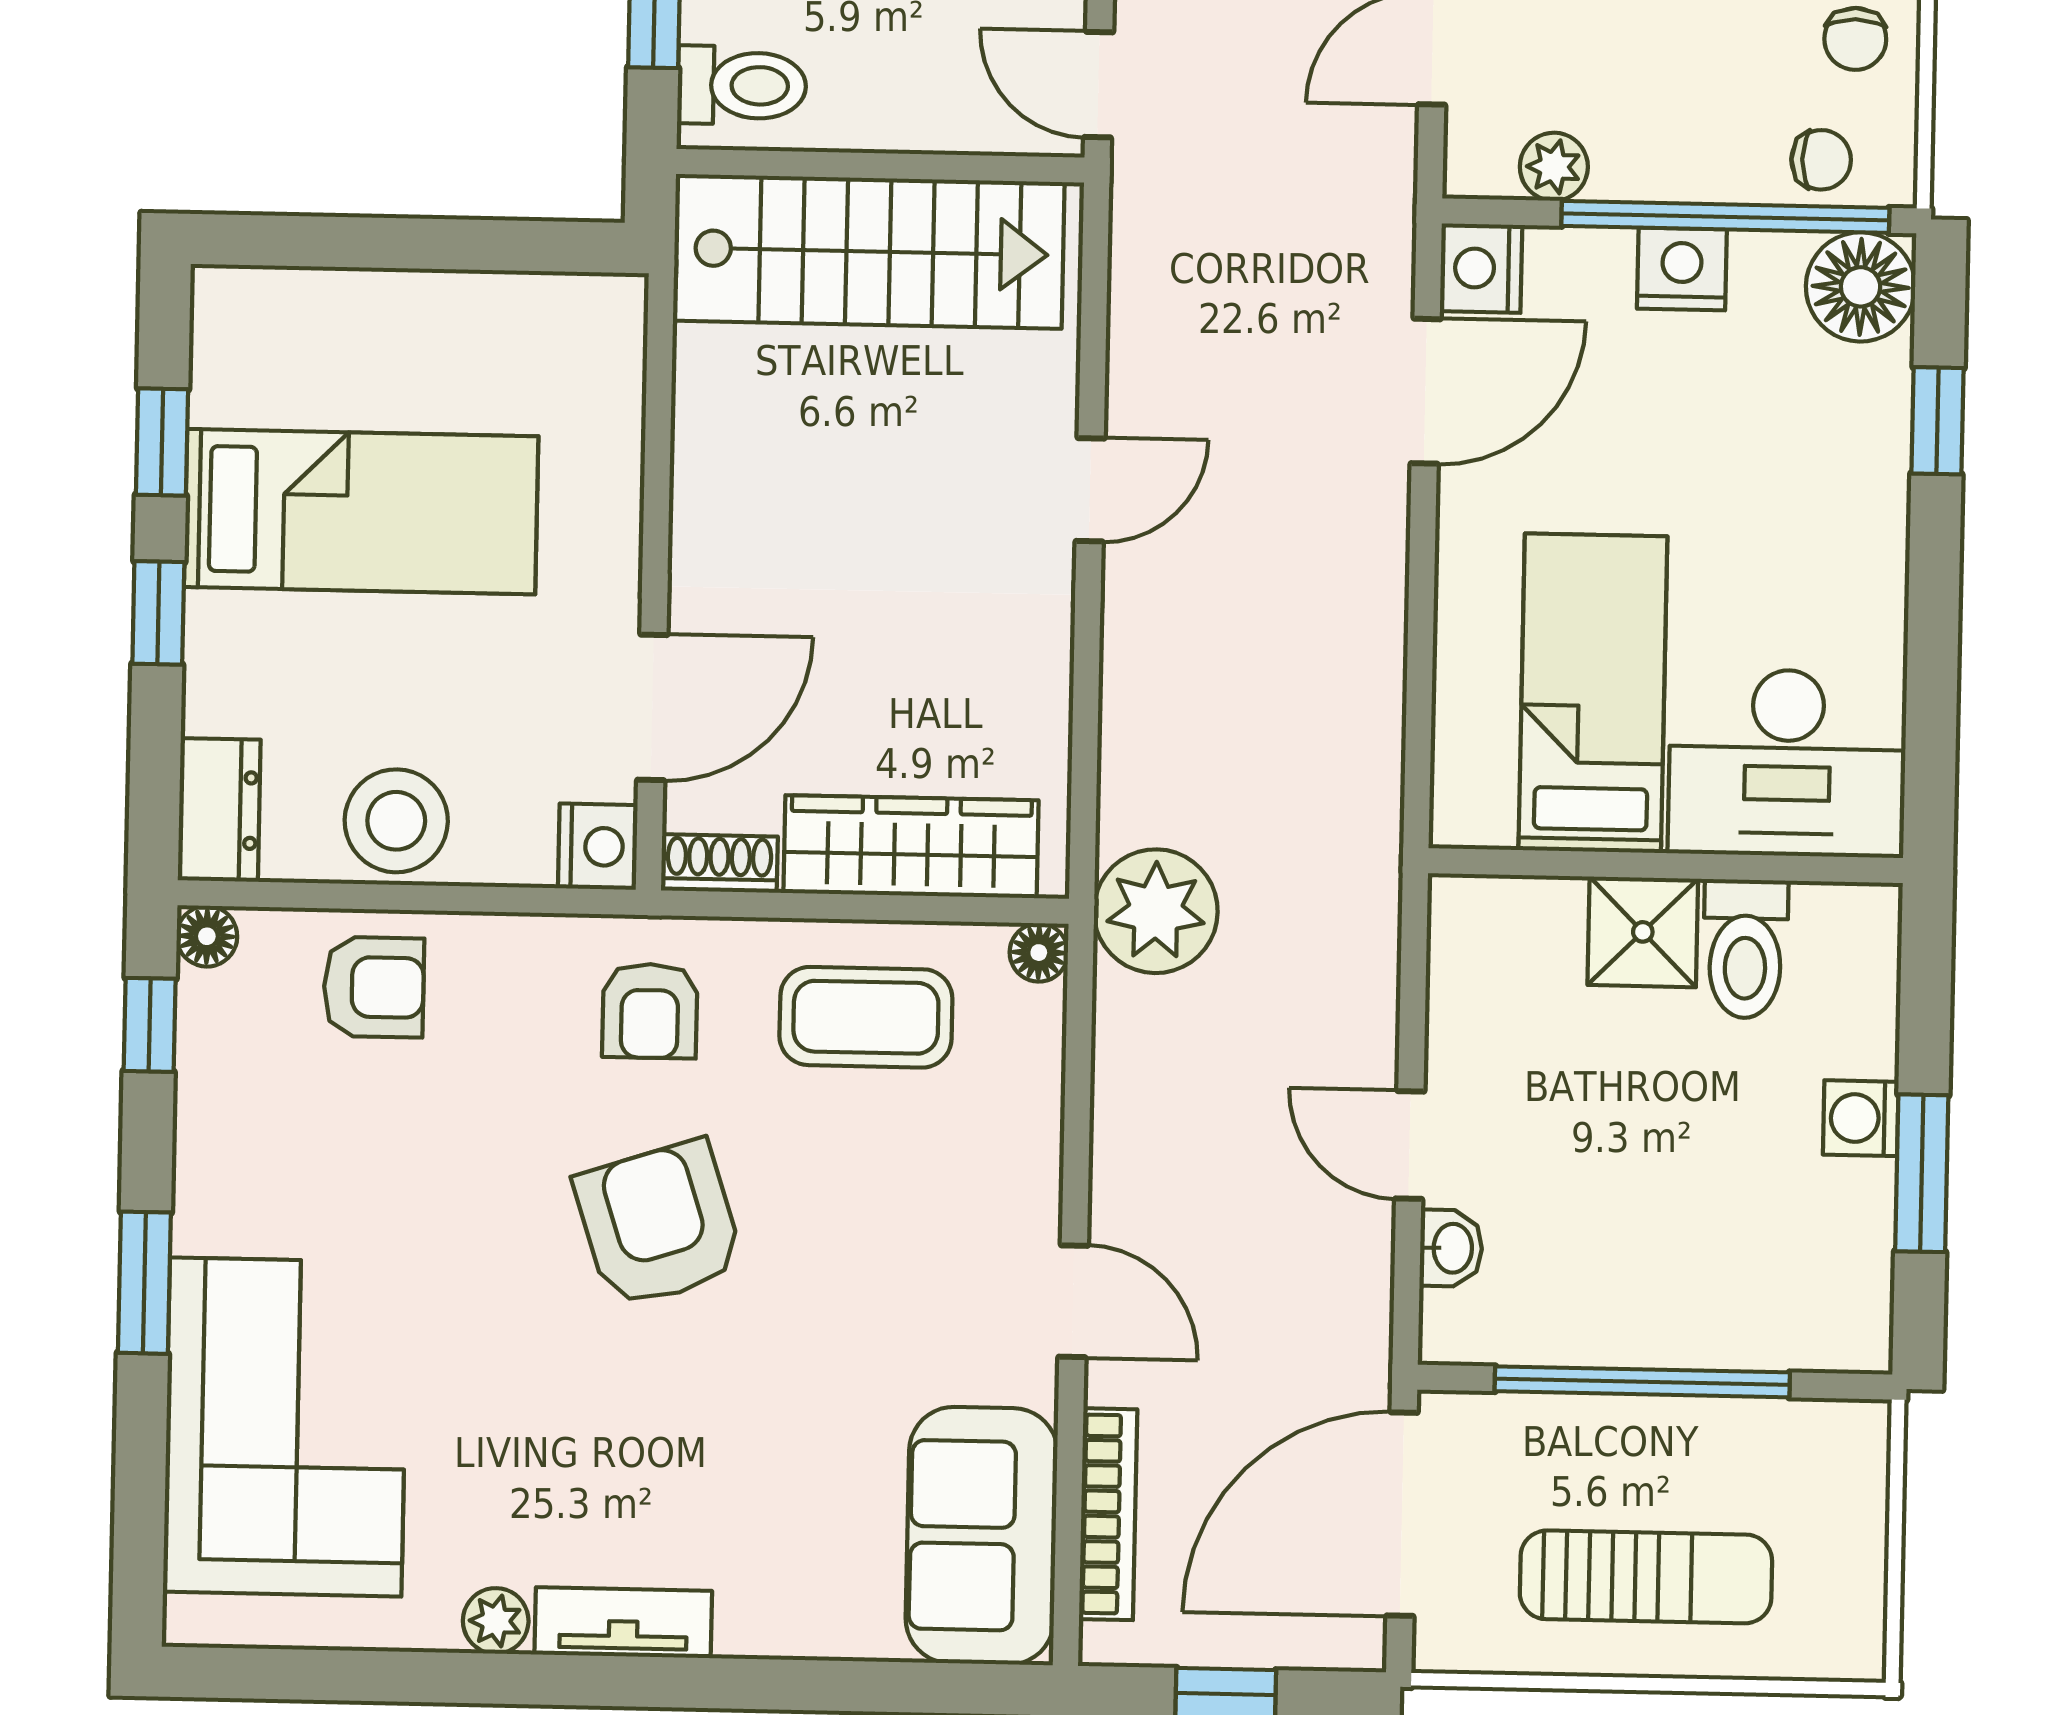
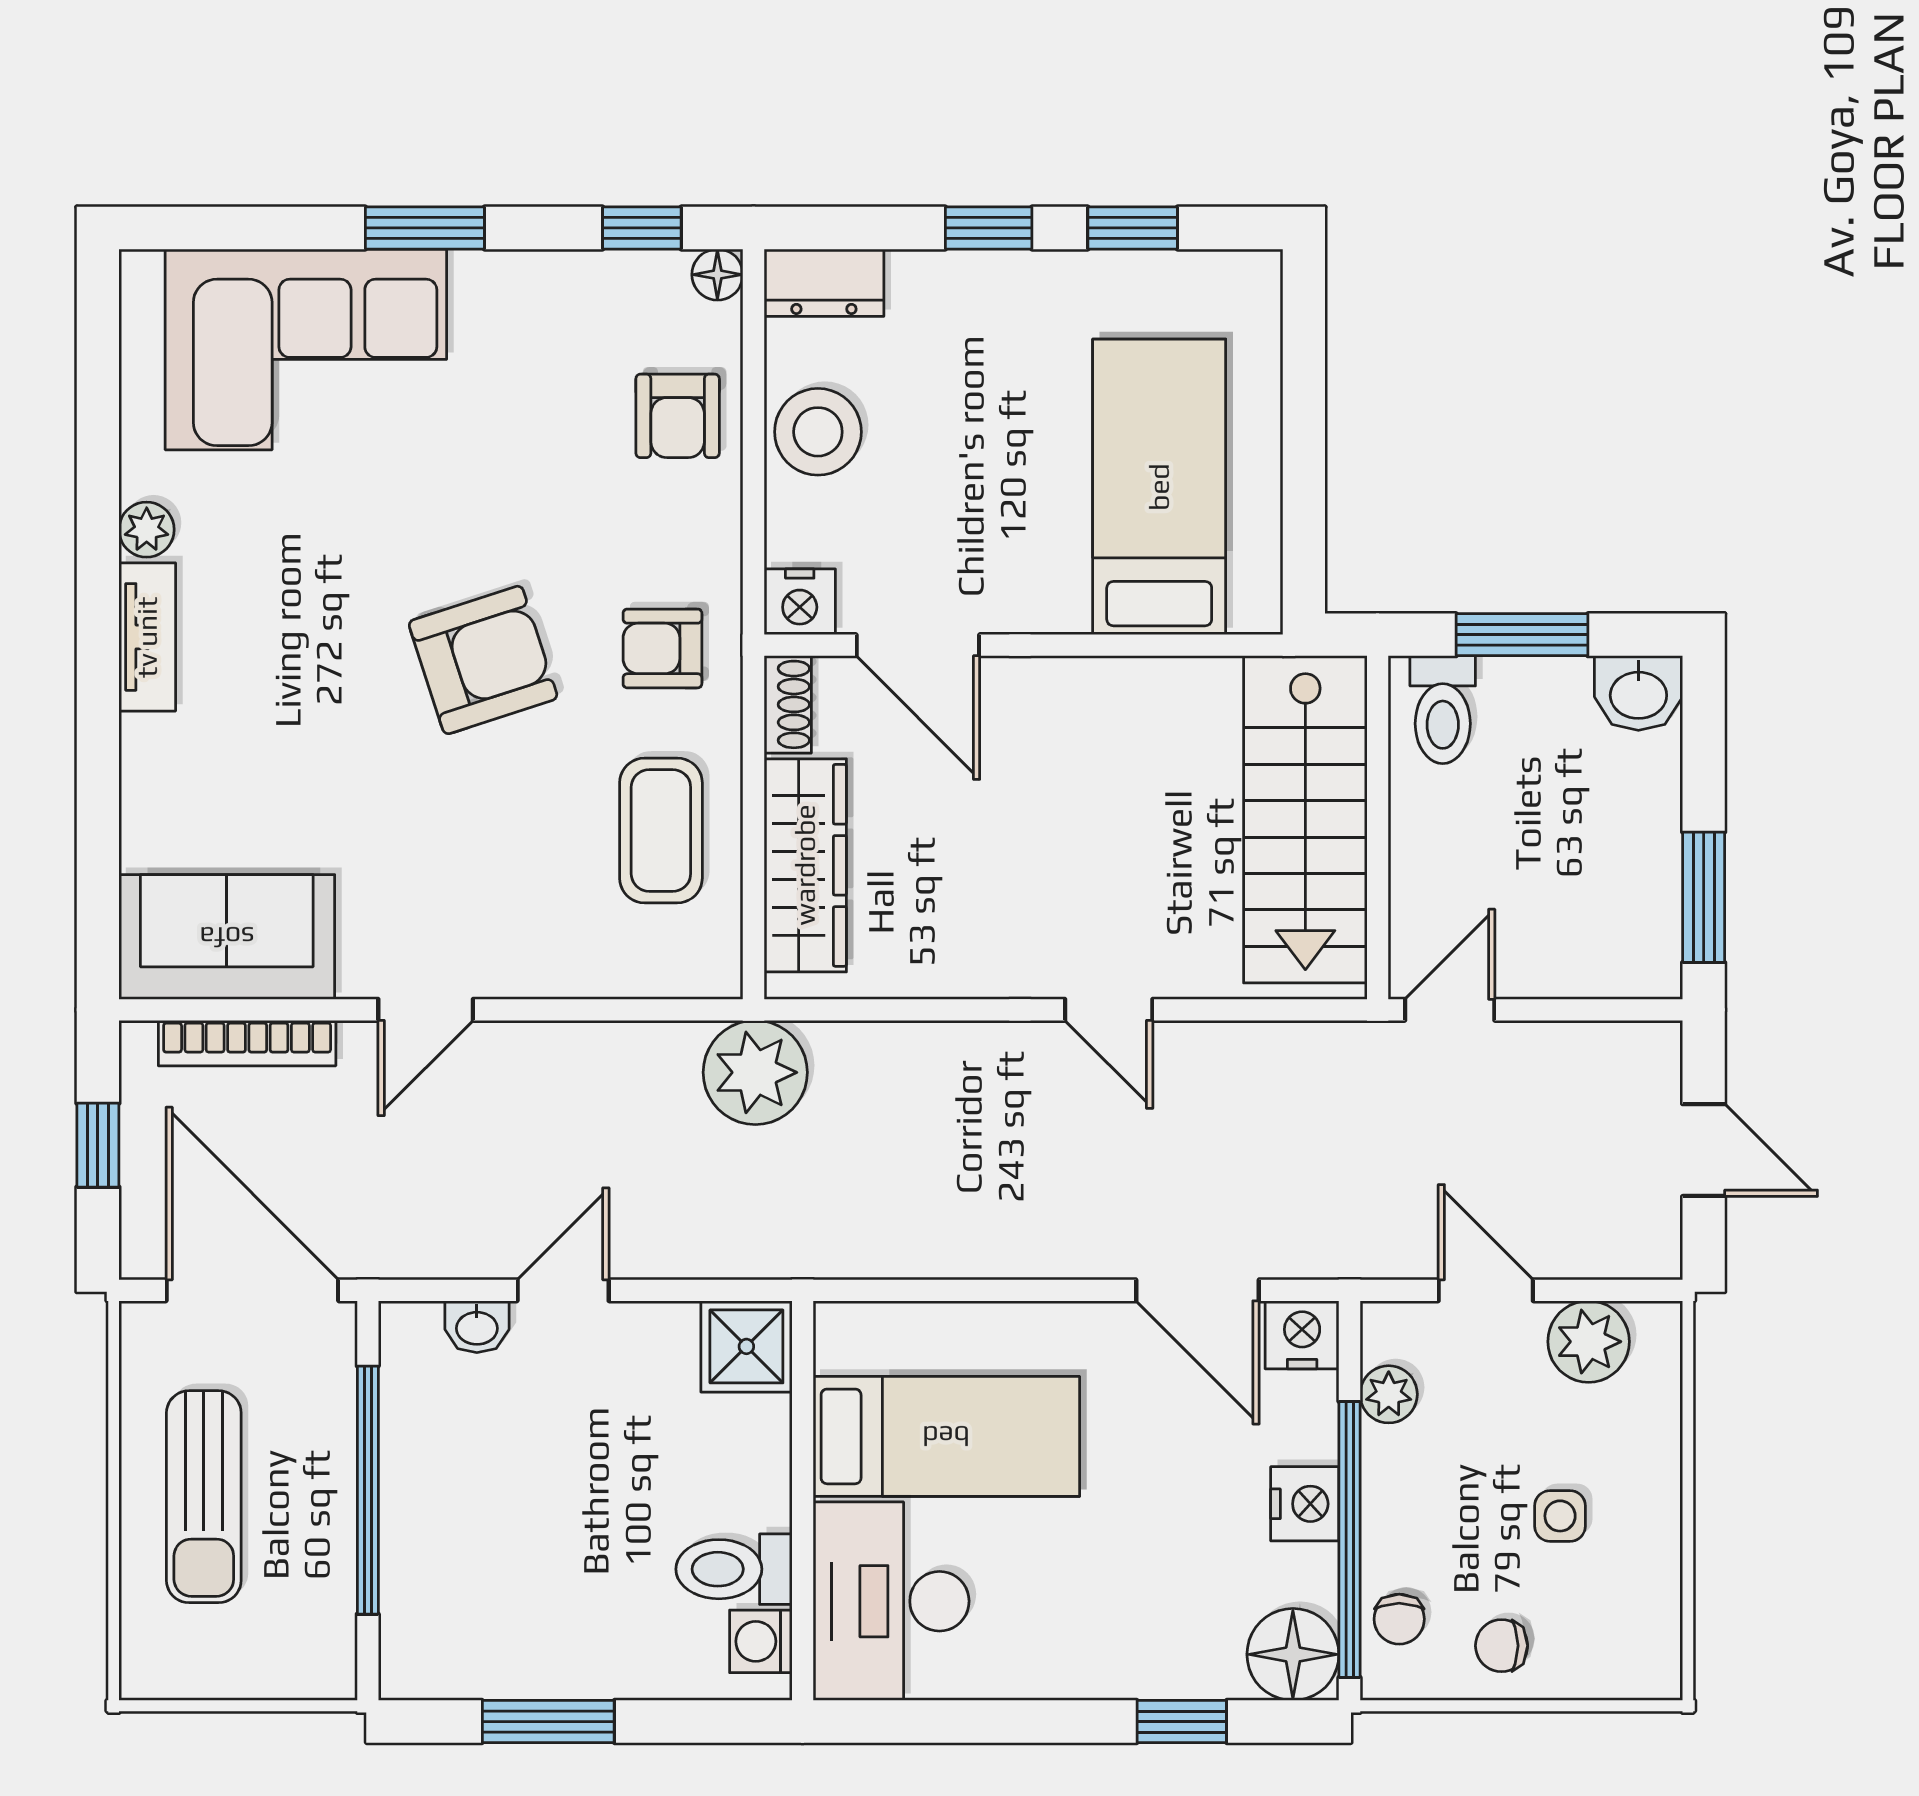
bed: (361, 512) -> (1159, 487), moved, turned 180
shower: (1643, 932) -> (746, 1346), moved
floor lamp: (1039, 953) -> (718, 975), removed
washing machine: (1861, 1118) -> (761, 1641), moved, turned -90

